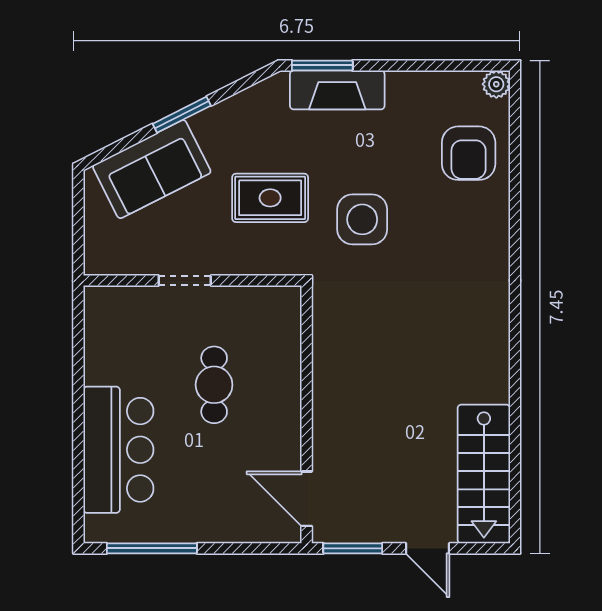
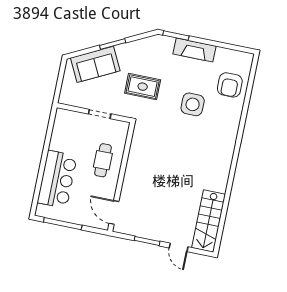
plant: (496, 84) -> (247, 58), removed
fireplace: (337, 90) -> (195, 50), moved
side table: (362, 219) -> (193, 104), moved
wall: (307, 414) -> (121, 177), moved
door: (307, 499) -> (114, 212), moved

